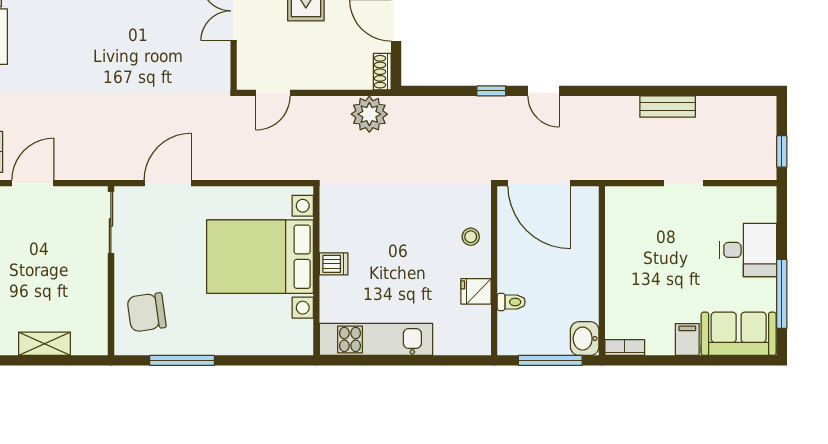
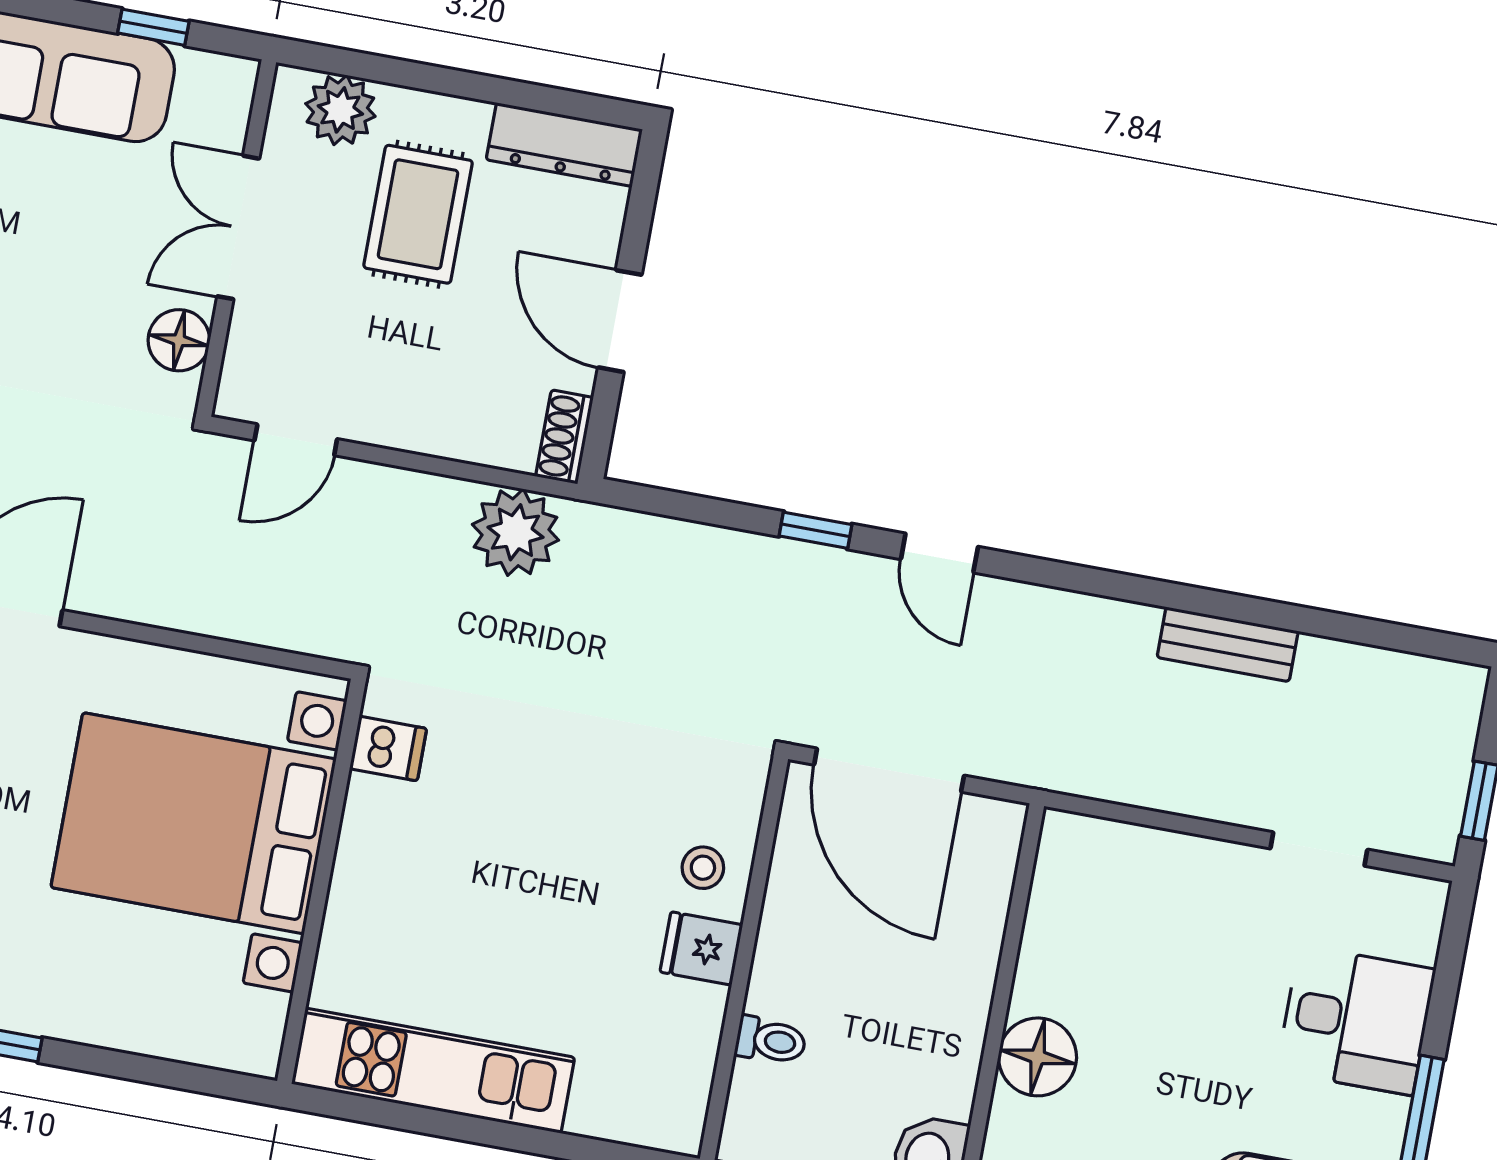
floor lamp: (218, 61) -> (179, 340), added
doorway: (683, 183) -> (1319, 849), moved
dishwasher: (334, 264) -> (388, 749), moved
floor lamp: (621, 289) -> (1038, 1057), added
fridge: (476, 291) -> (701, 948), moved

